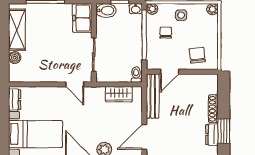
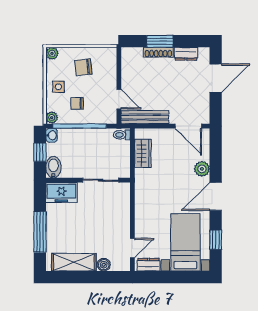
chair: (197, 55) -> (83, 67), moved
door: (75, 84) -> (132, 248), moved
window: (224, 131) -> (160, 41), moved

